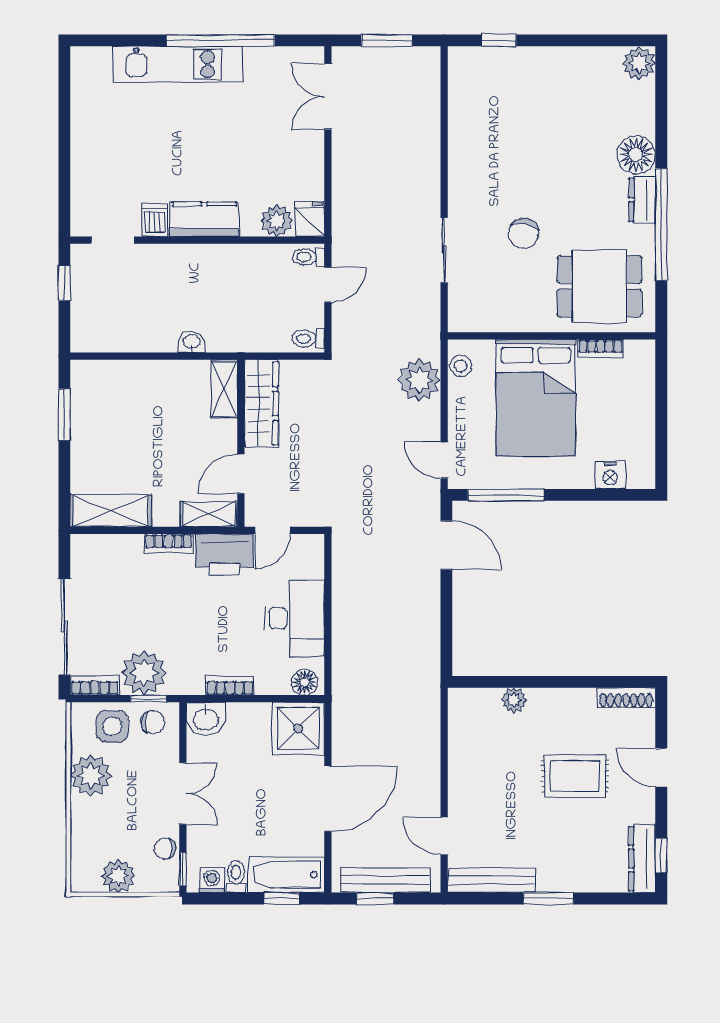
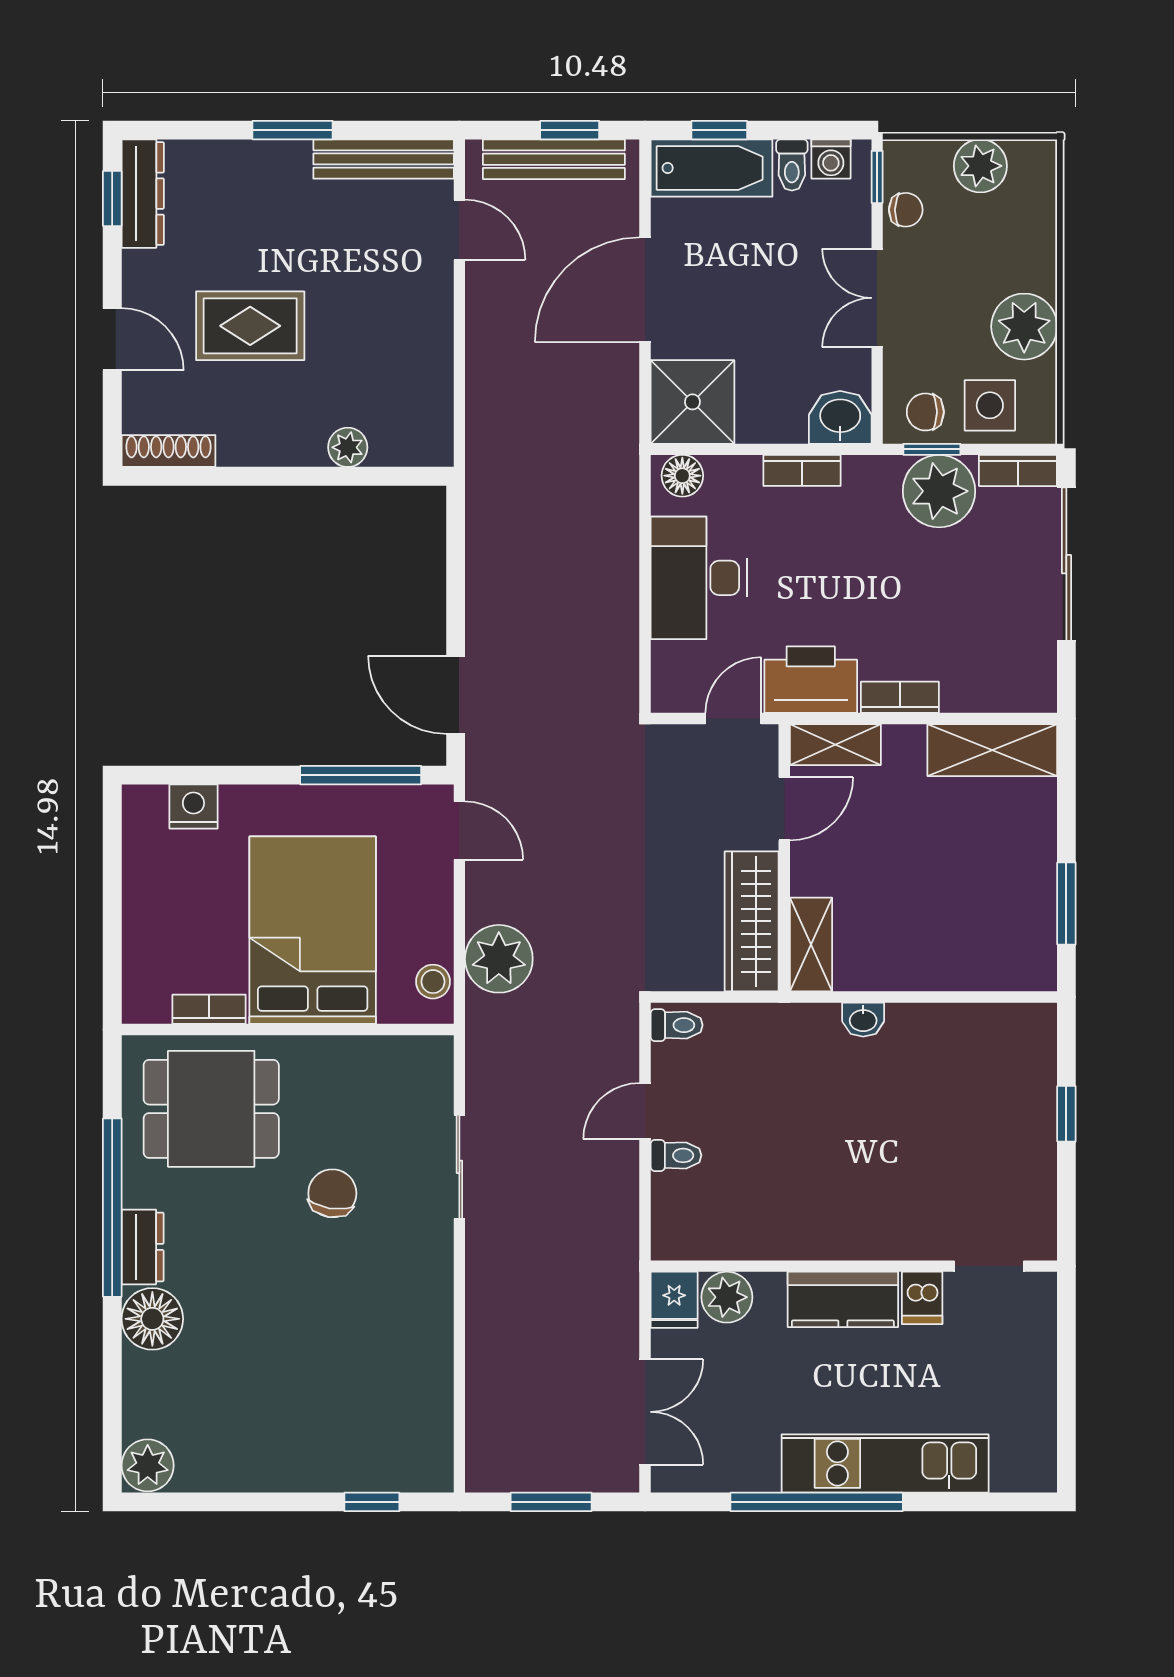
kitchen counter: (204, 219) -> (843, 1299), moved
fridge: (310, 219) -> (674, 1300), moved
dishwasher: (155, 220) -> (922, 1298), moved
plant: (277, 221) -> (727, 1297), moved
doorway: (113, 240) -> (989, 1266), moved
wall: (197, 240) -> (854, 1266), moved

